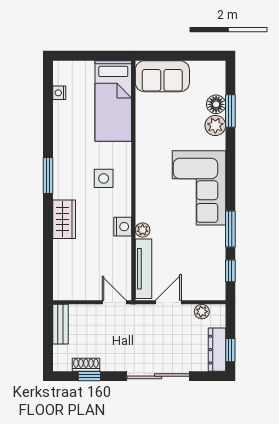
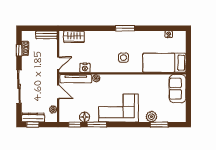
floor lamp: (216, 104) -> (85, 117), moved
wardrobe: (64, 219) -> (74, 37), moved
nightstand: (123, 227) -> (85, 68), moved

